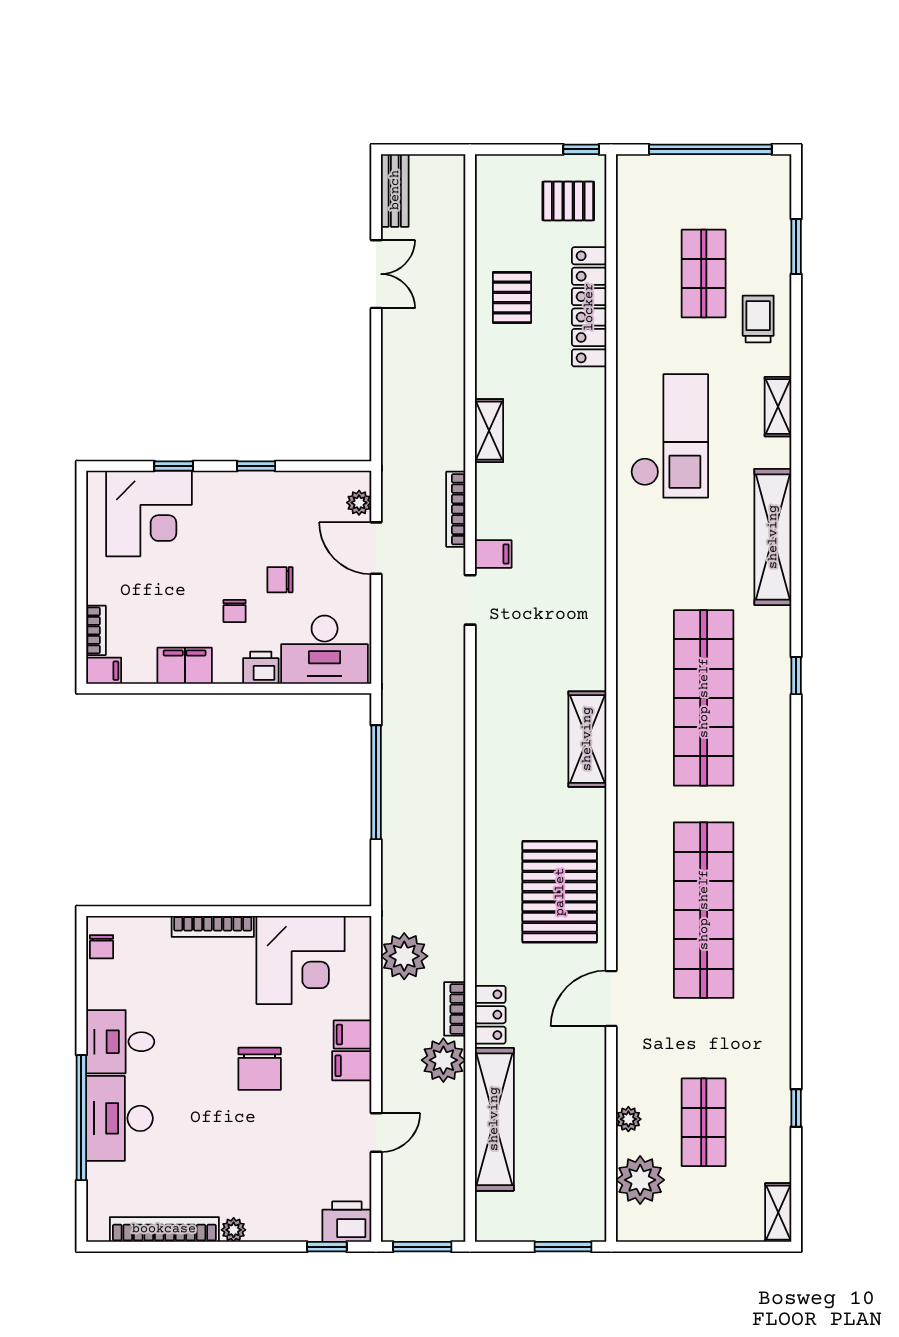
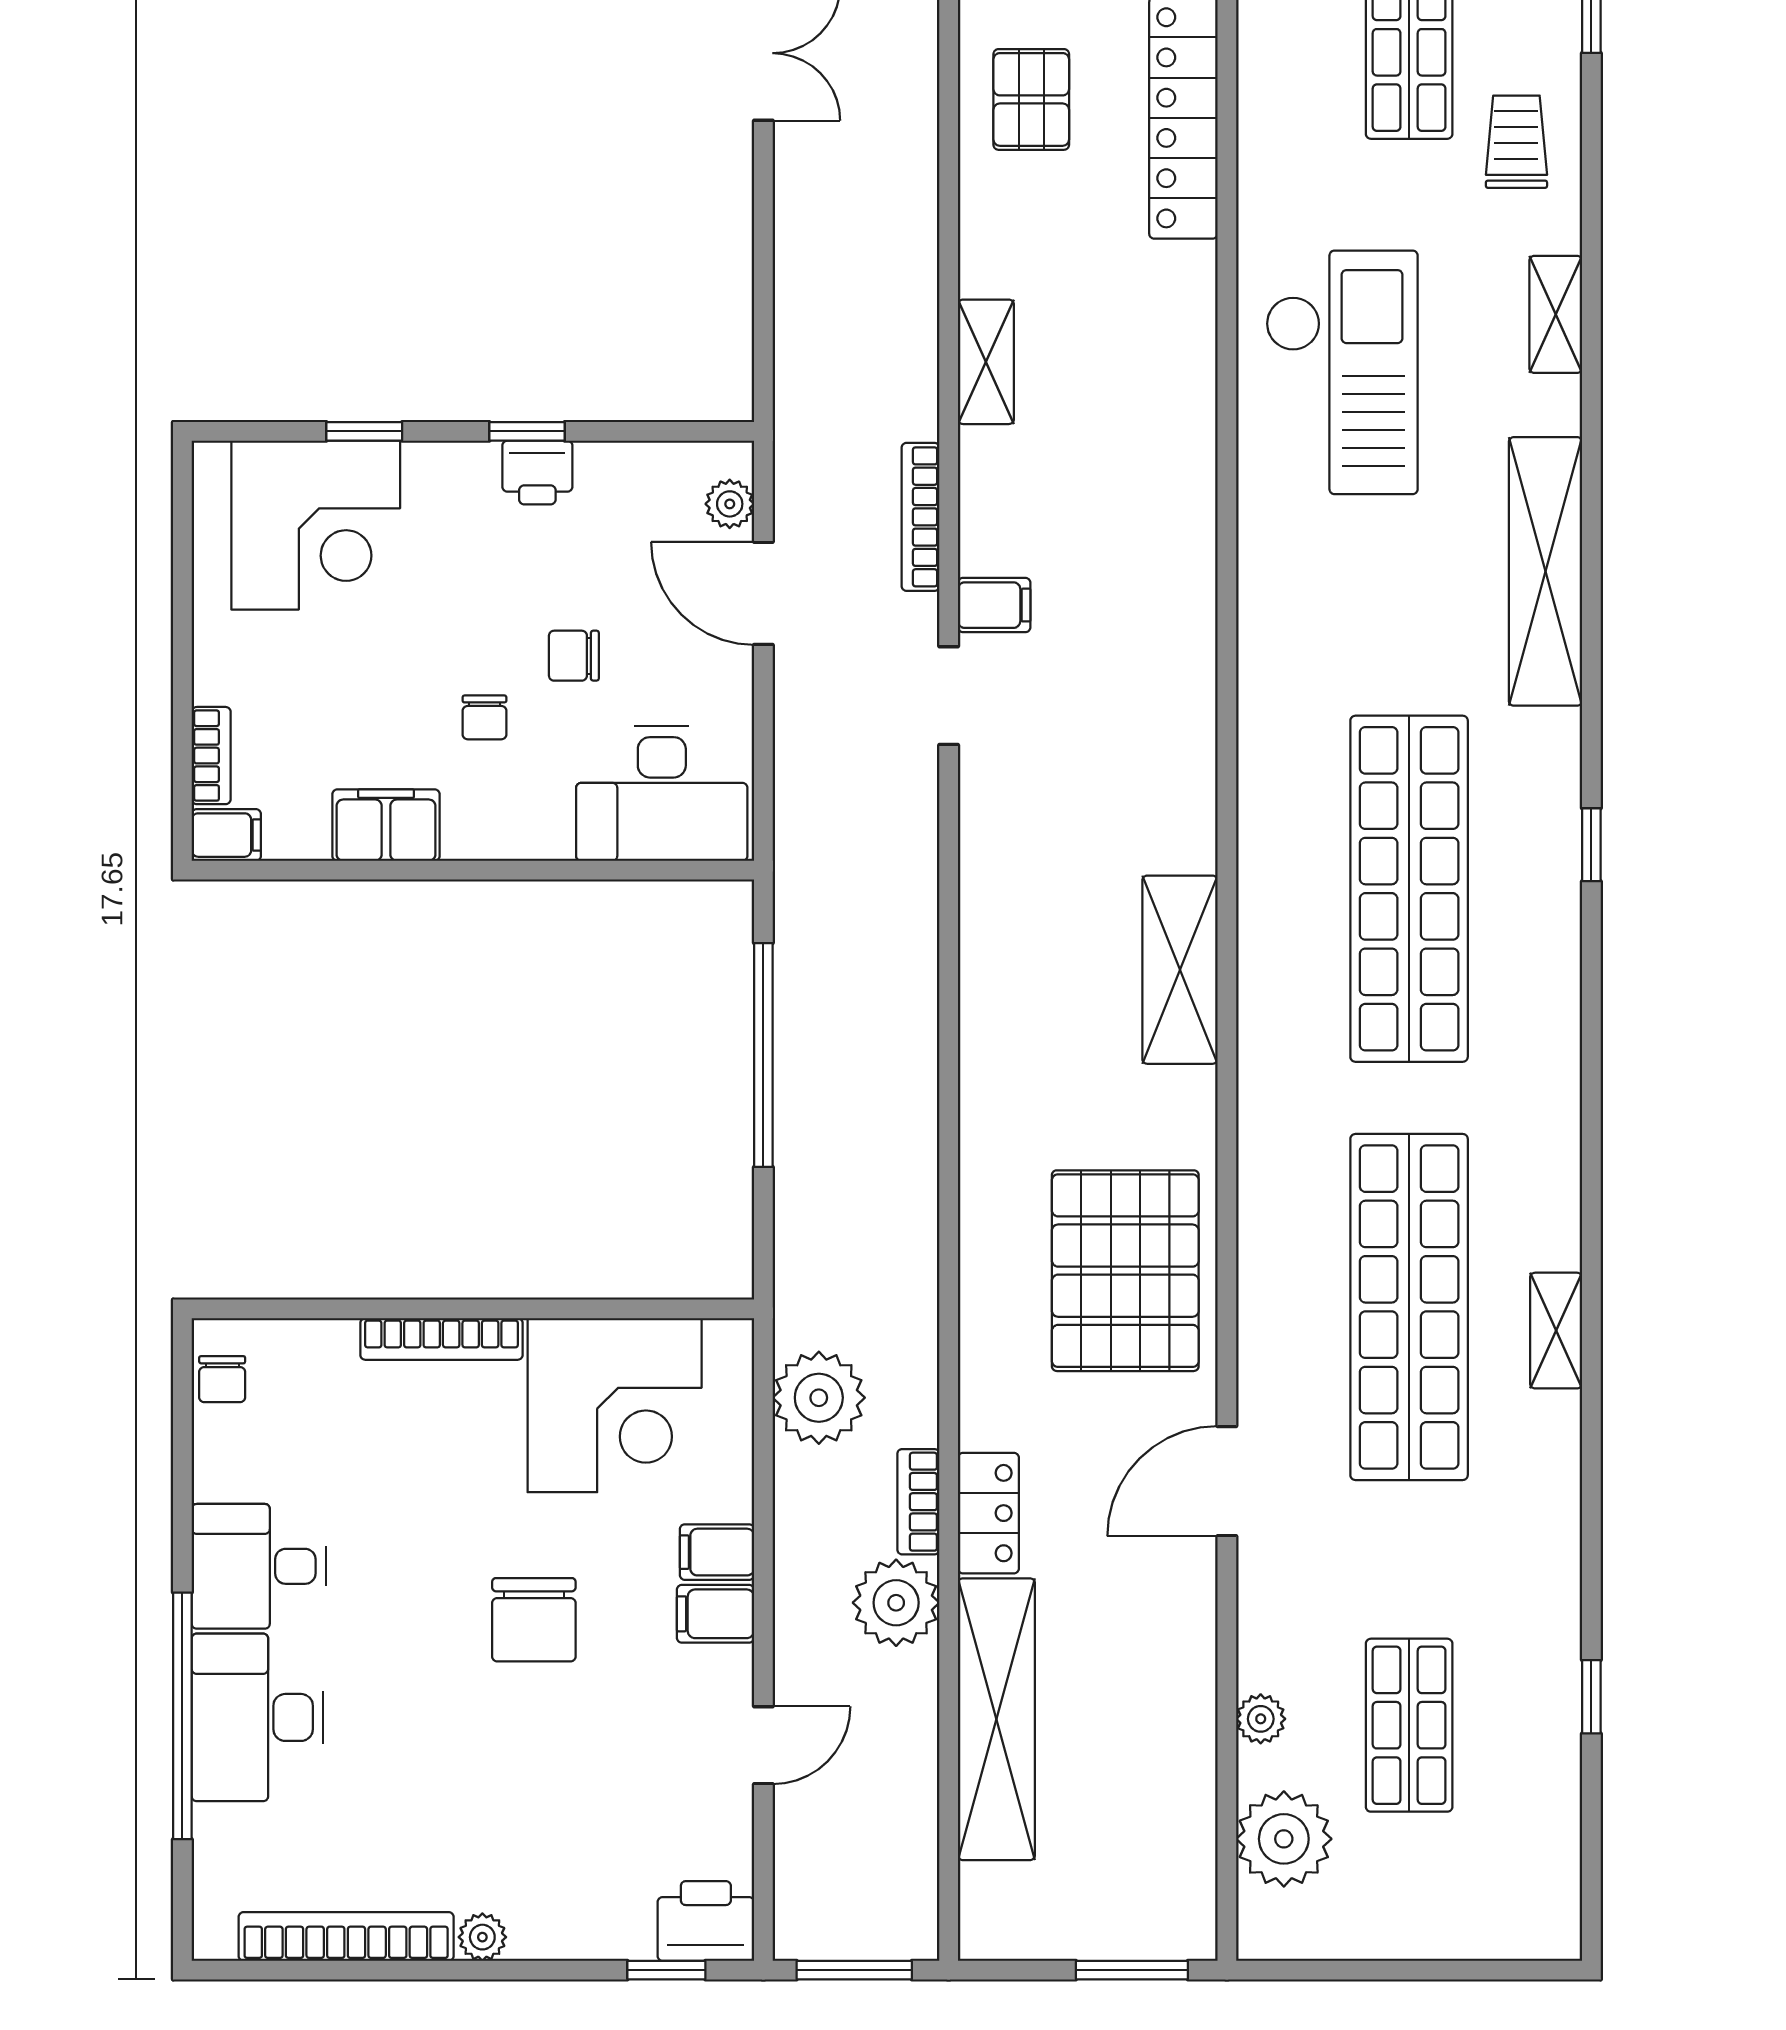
printer: (261, 668) -> (537, 473), moved, turned 180
shelving: (778, 1213) -> (1556, 1331), moved

